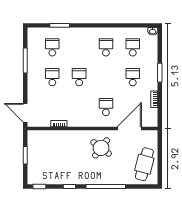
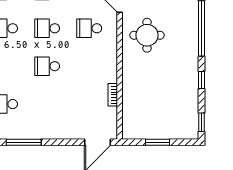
school desk: (52, 77) -> (47, 28), moved
round table: (101, 148) -> (147, 35), turned -37

